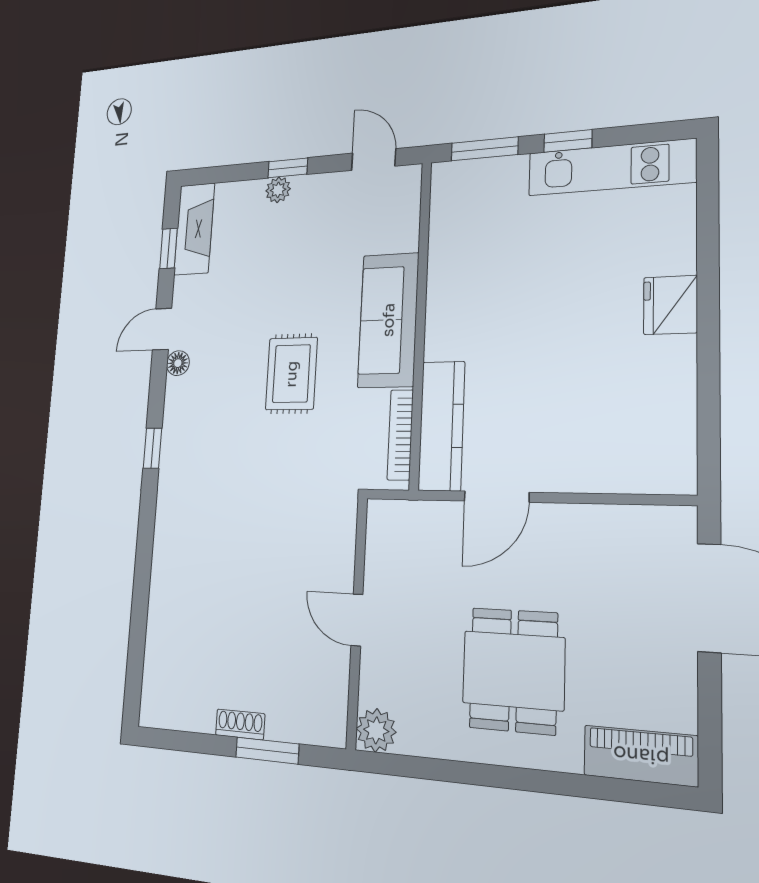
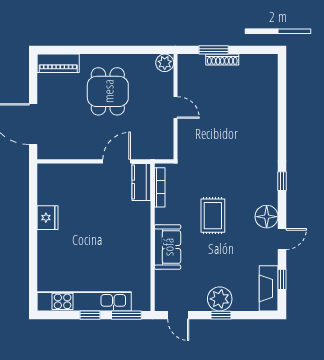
kitchen unit: (611, 167) -> (84, 301), width x1.36
plant: (278, 190) -> (220, 299), width x1.88, depth x1.88
fridge: (670, 305) -> (48, 218), moved
sofa: (388, 320) -> (168, 247), width x0.73
floor lamp: (178, 363) -> (267, 217), width x1.89, depth x1.89
kitchen counter: (441, 426) -> (141, 182), width x0.67
shoe rack: (240, 724) -> (222, 60), width x1.43

